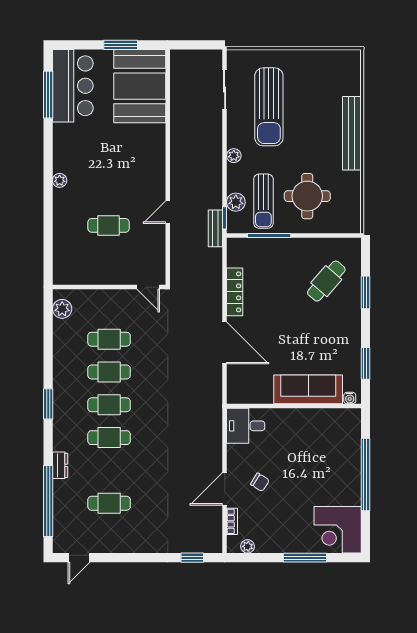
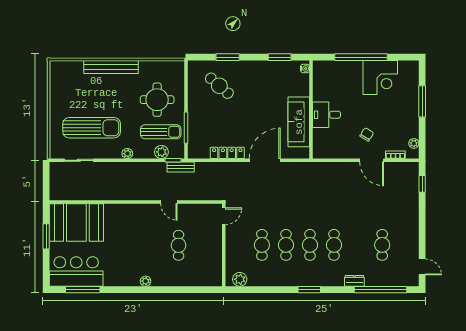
sofa: (308, 389) -> (299, 122), moved
desk: (246, 426) -> (326, 115), moved, turned 90
corner desk: (338, 530) -> (380, 77), moved

